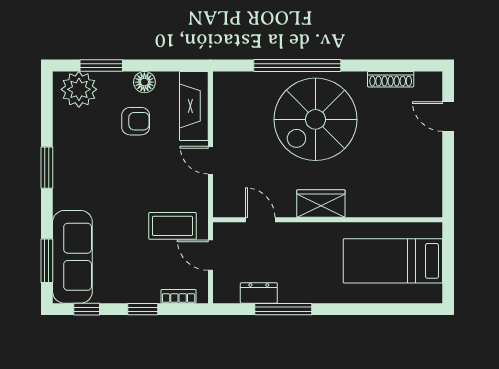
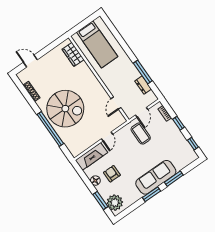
door: (448, 116) -> (30, 61), swing flipped
wardrobe: (321, 204) -> (73, 54), moved
sofa: (72, 257) -> (156, 177), moved
window: (47, 261) -> (174, 179), moved

